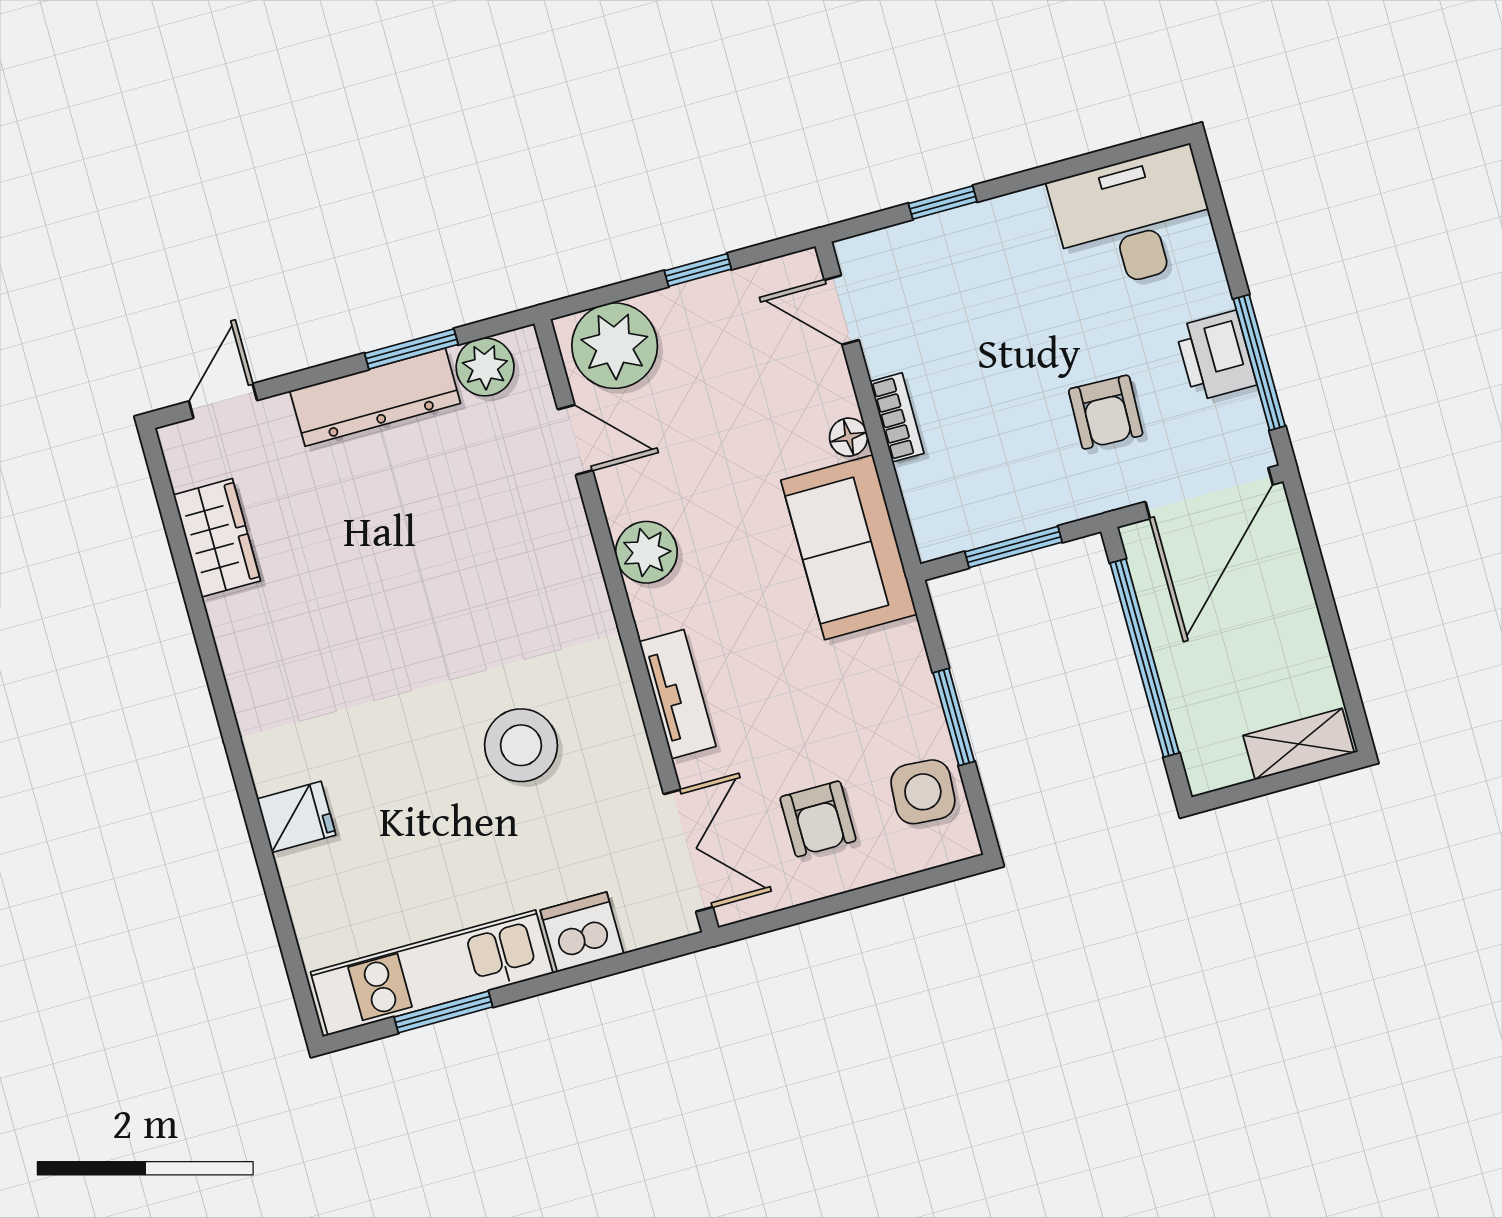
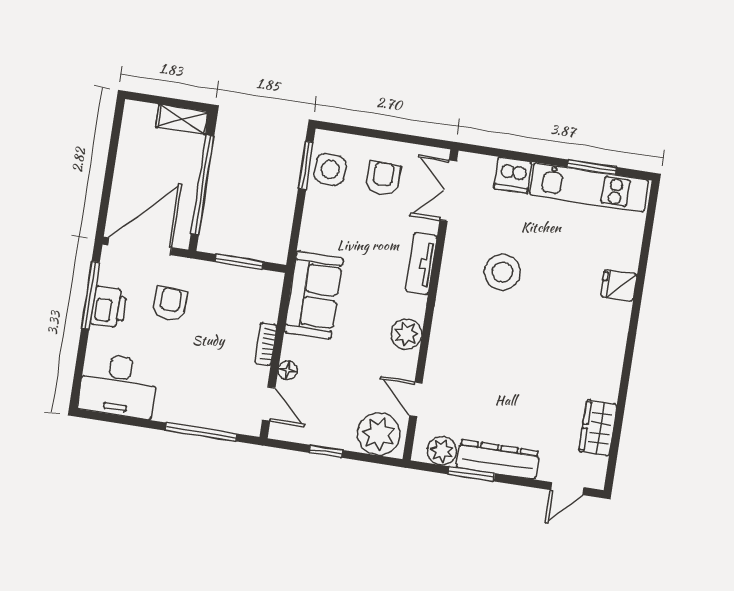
window: (943, 203) -> (201, 432), width x2.17
floor lamp: (849, 437) -> (288, 370), moved
window: (954, 717) -> (306, 165), moved
shelving: (1299, 744) -> (183, 120), moved

